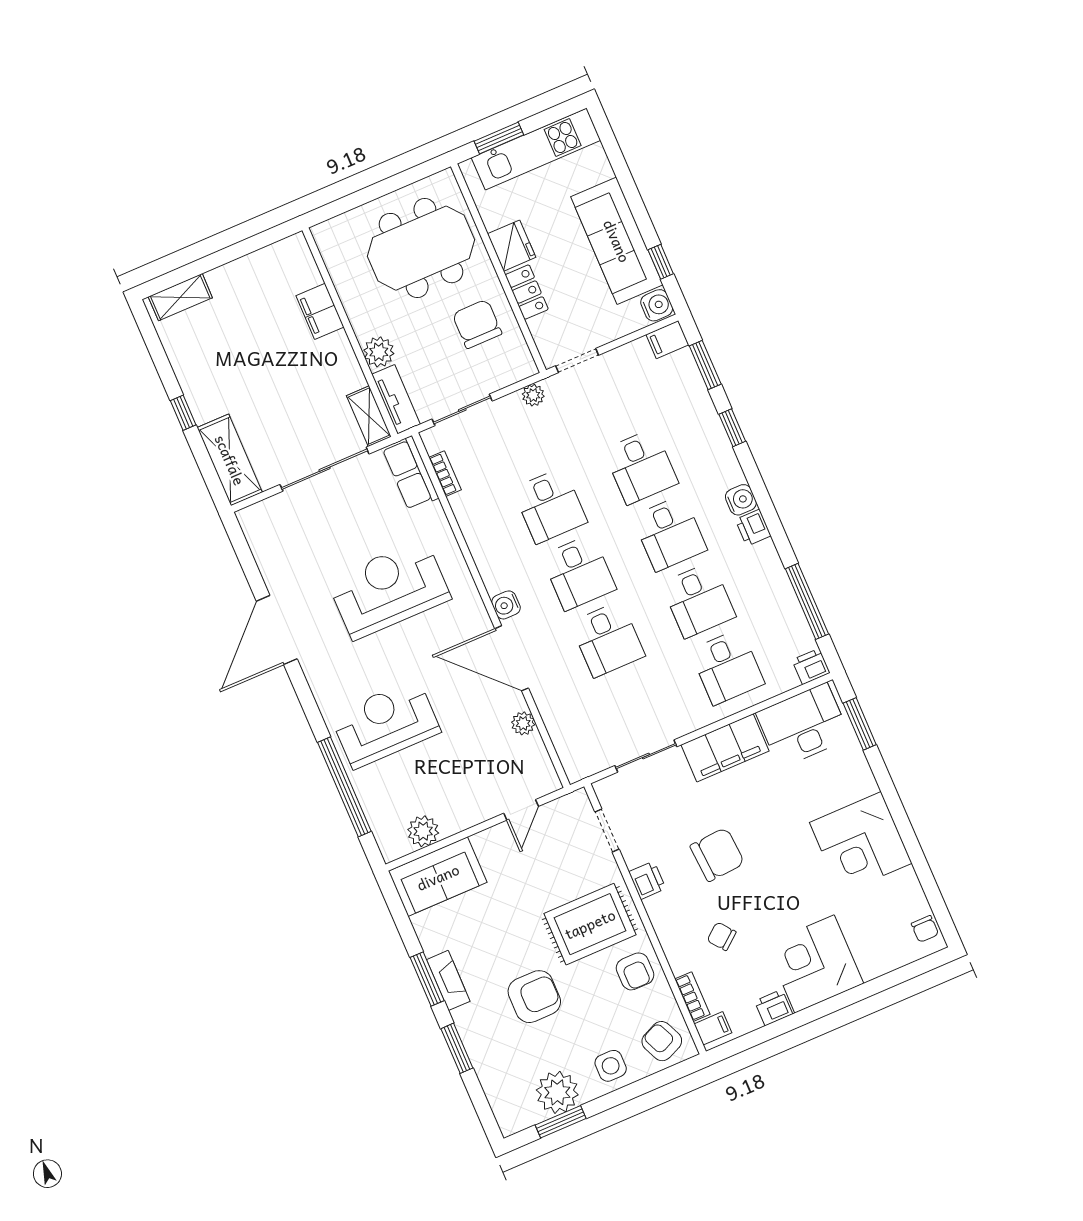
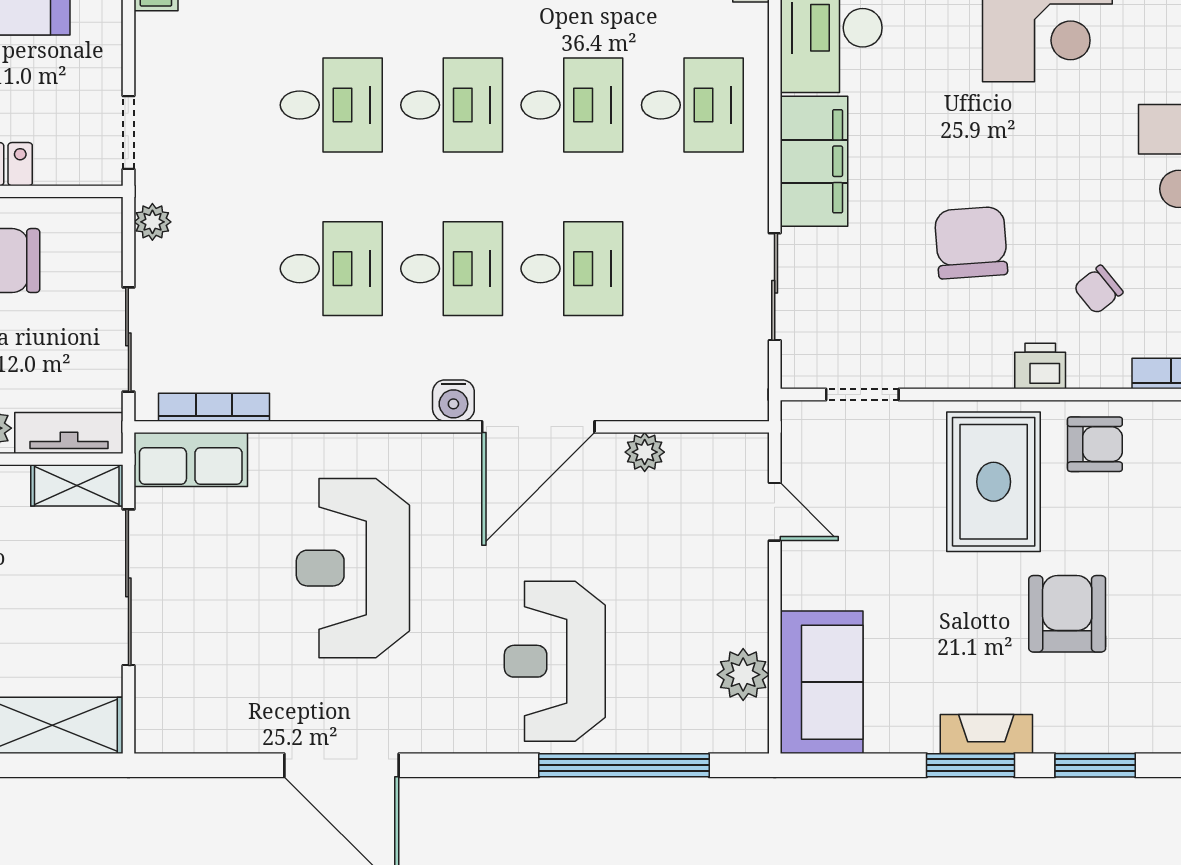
bookcase: (445, 474) -> (214, 407), width x1.56
printer: (647, 880) -> (1040, 366), moved

